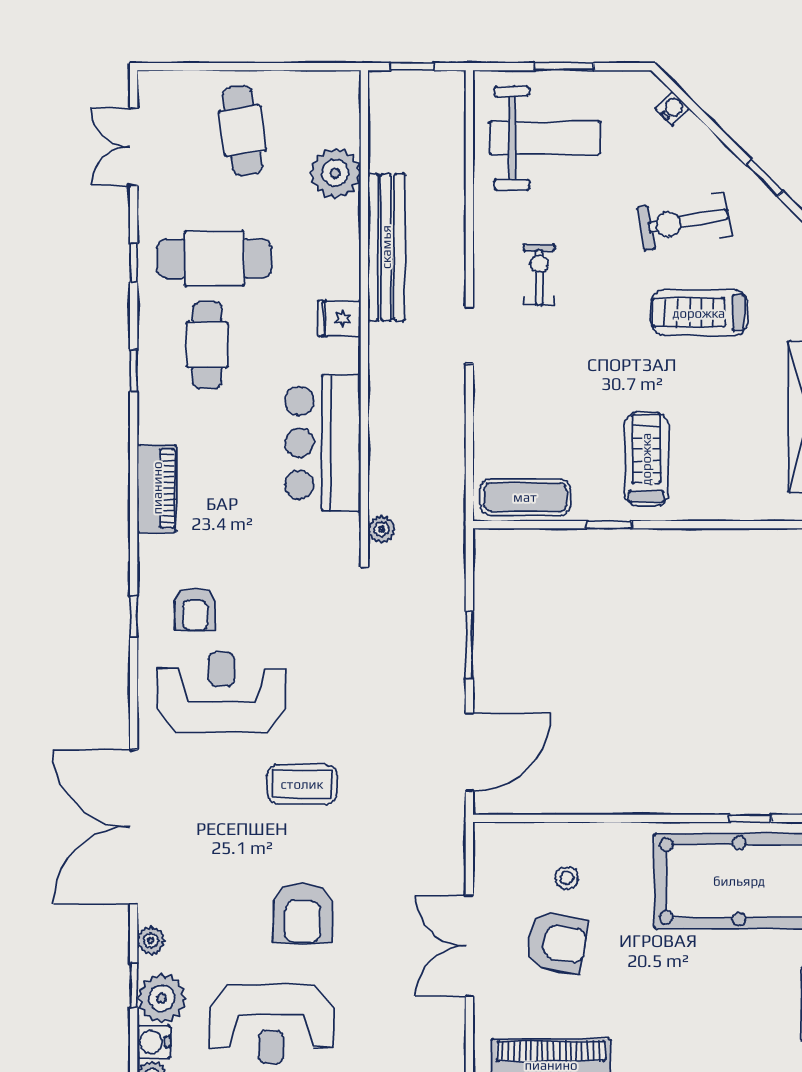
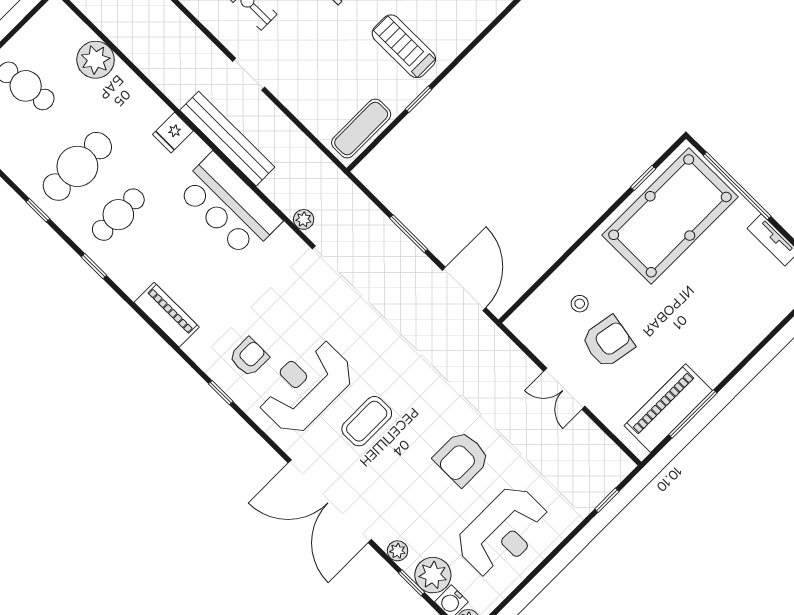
bench: (386, 247) -> (227, 139), moved
cafe table: (207, 345) -> (118, 215), turned 90
armchair: (195, 609) -> (249, 357), turned -90
coffee table: (302, 784) -> (367, 421), moved
armchair: (303, 913) -> (462, 458), turned 90
double door: (469, 946) -> (564, 389), width x0.73

